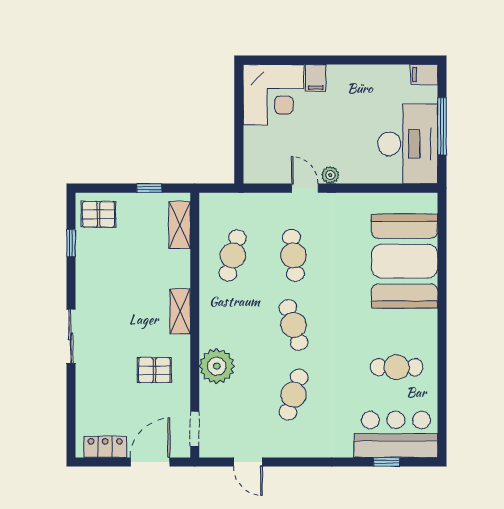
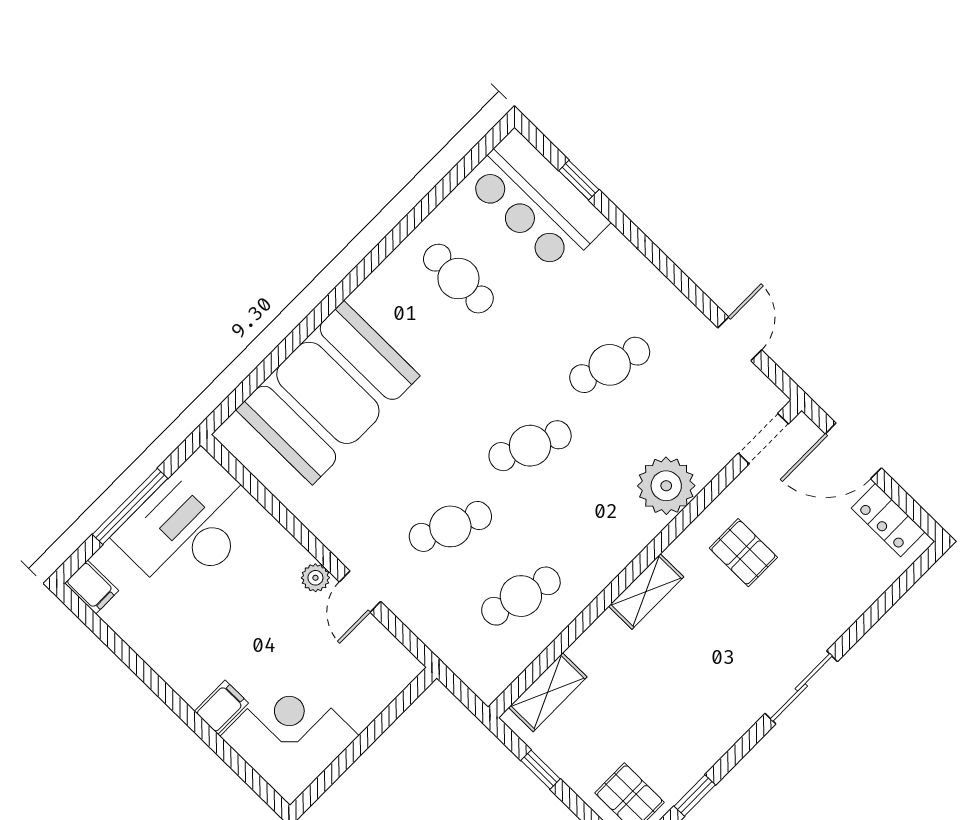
cafe table: (293, 255) -> (450, 526), turned 30
cafe table: (293, 325) -> (530, 446), turned 42

